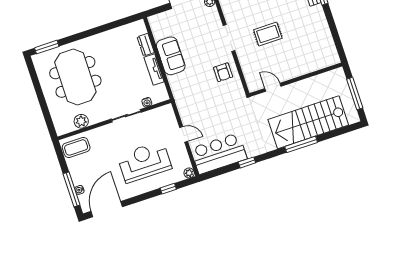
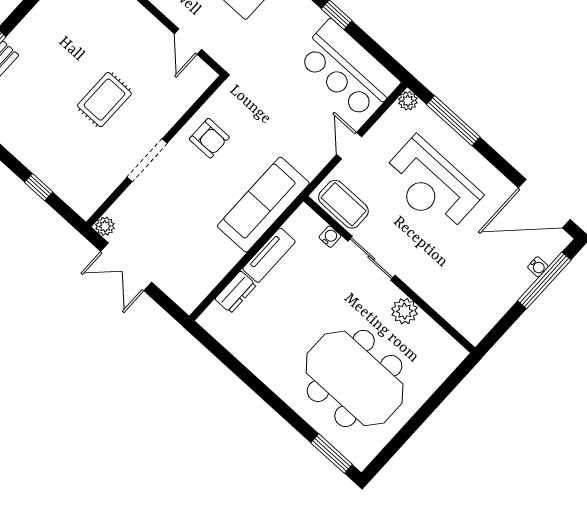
rug: (268, 34) -> (104, 100), turned 90
sofa: (171, 56) -> (263, 205), moved, width x1.36
armchair: (223, 72) -> (209, 138), turned 90
meeting table: (75, 77) -> (355, 378), turned 90
plant: (81, 121) -> (405, 311), moved
coffee table: (76, 147) -> (343, 204), moved
window: (168, 189) -> (453, 121), width x2.17

